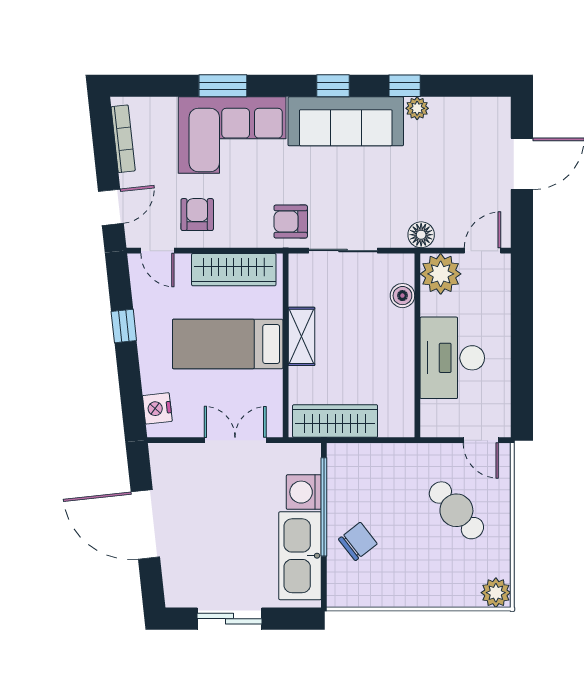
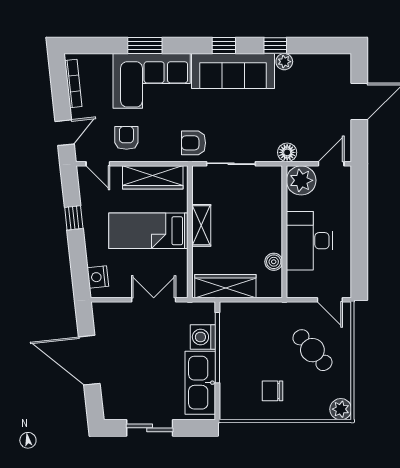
boiler: (402, 296) -> (274, 262), moved
chair: (358, 541) -> (272, 391), moved, turned -142

